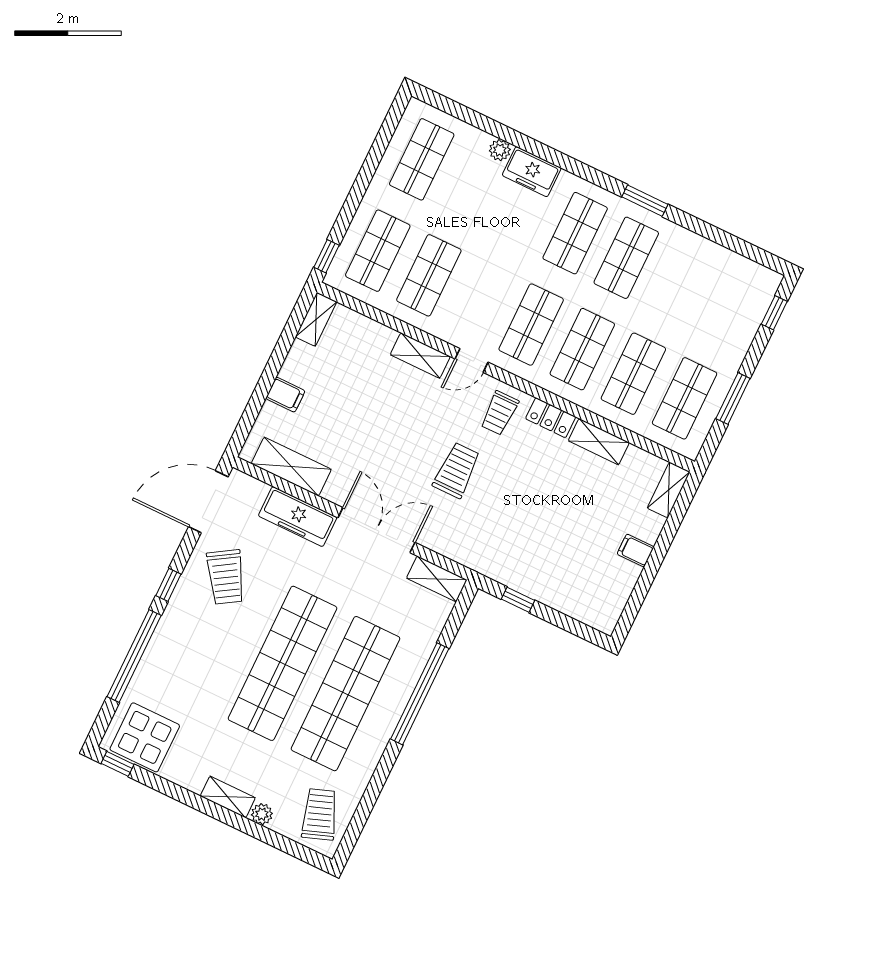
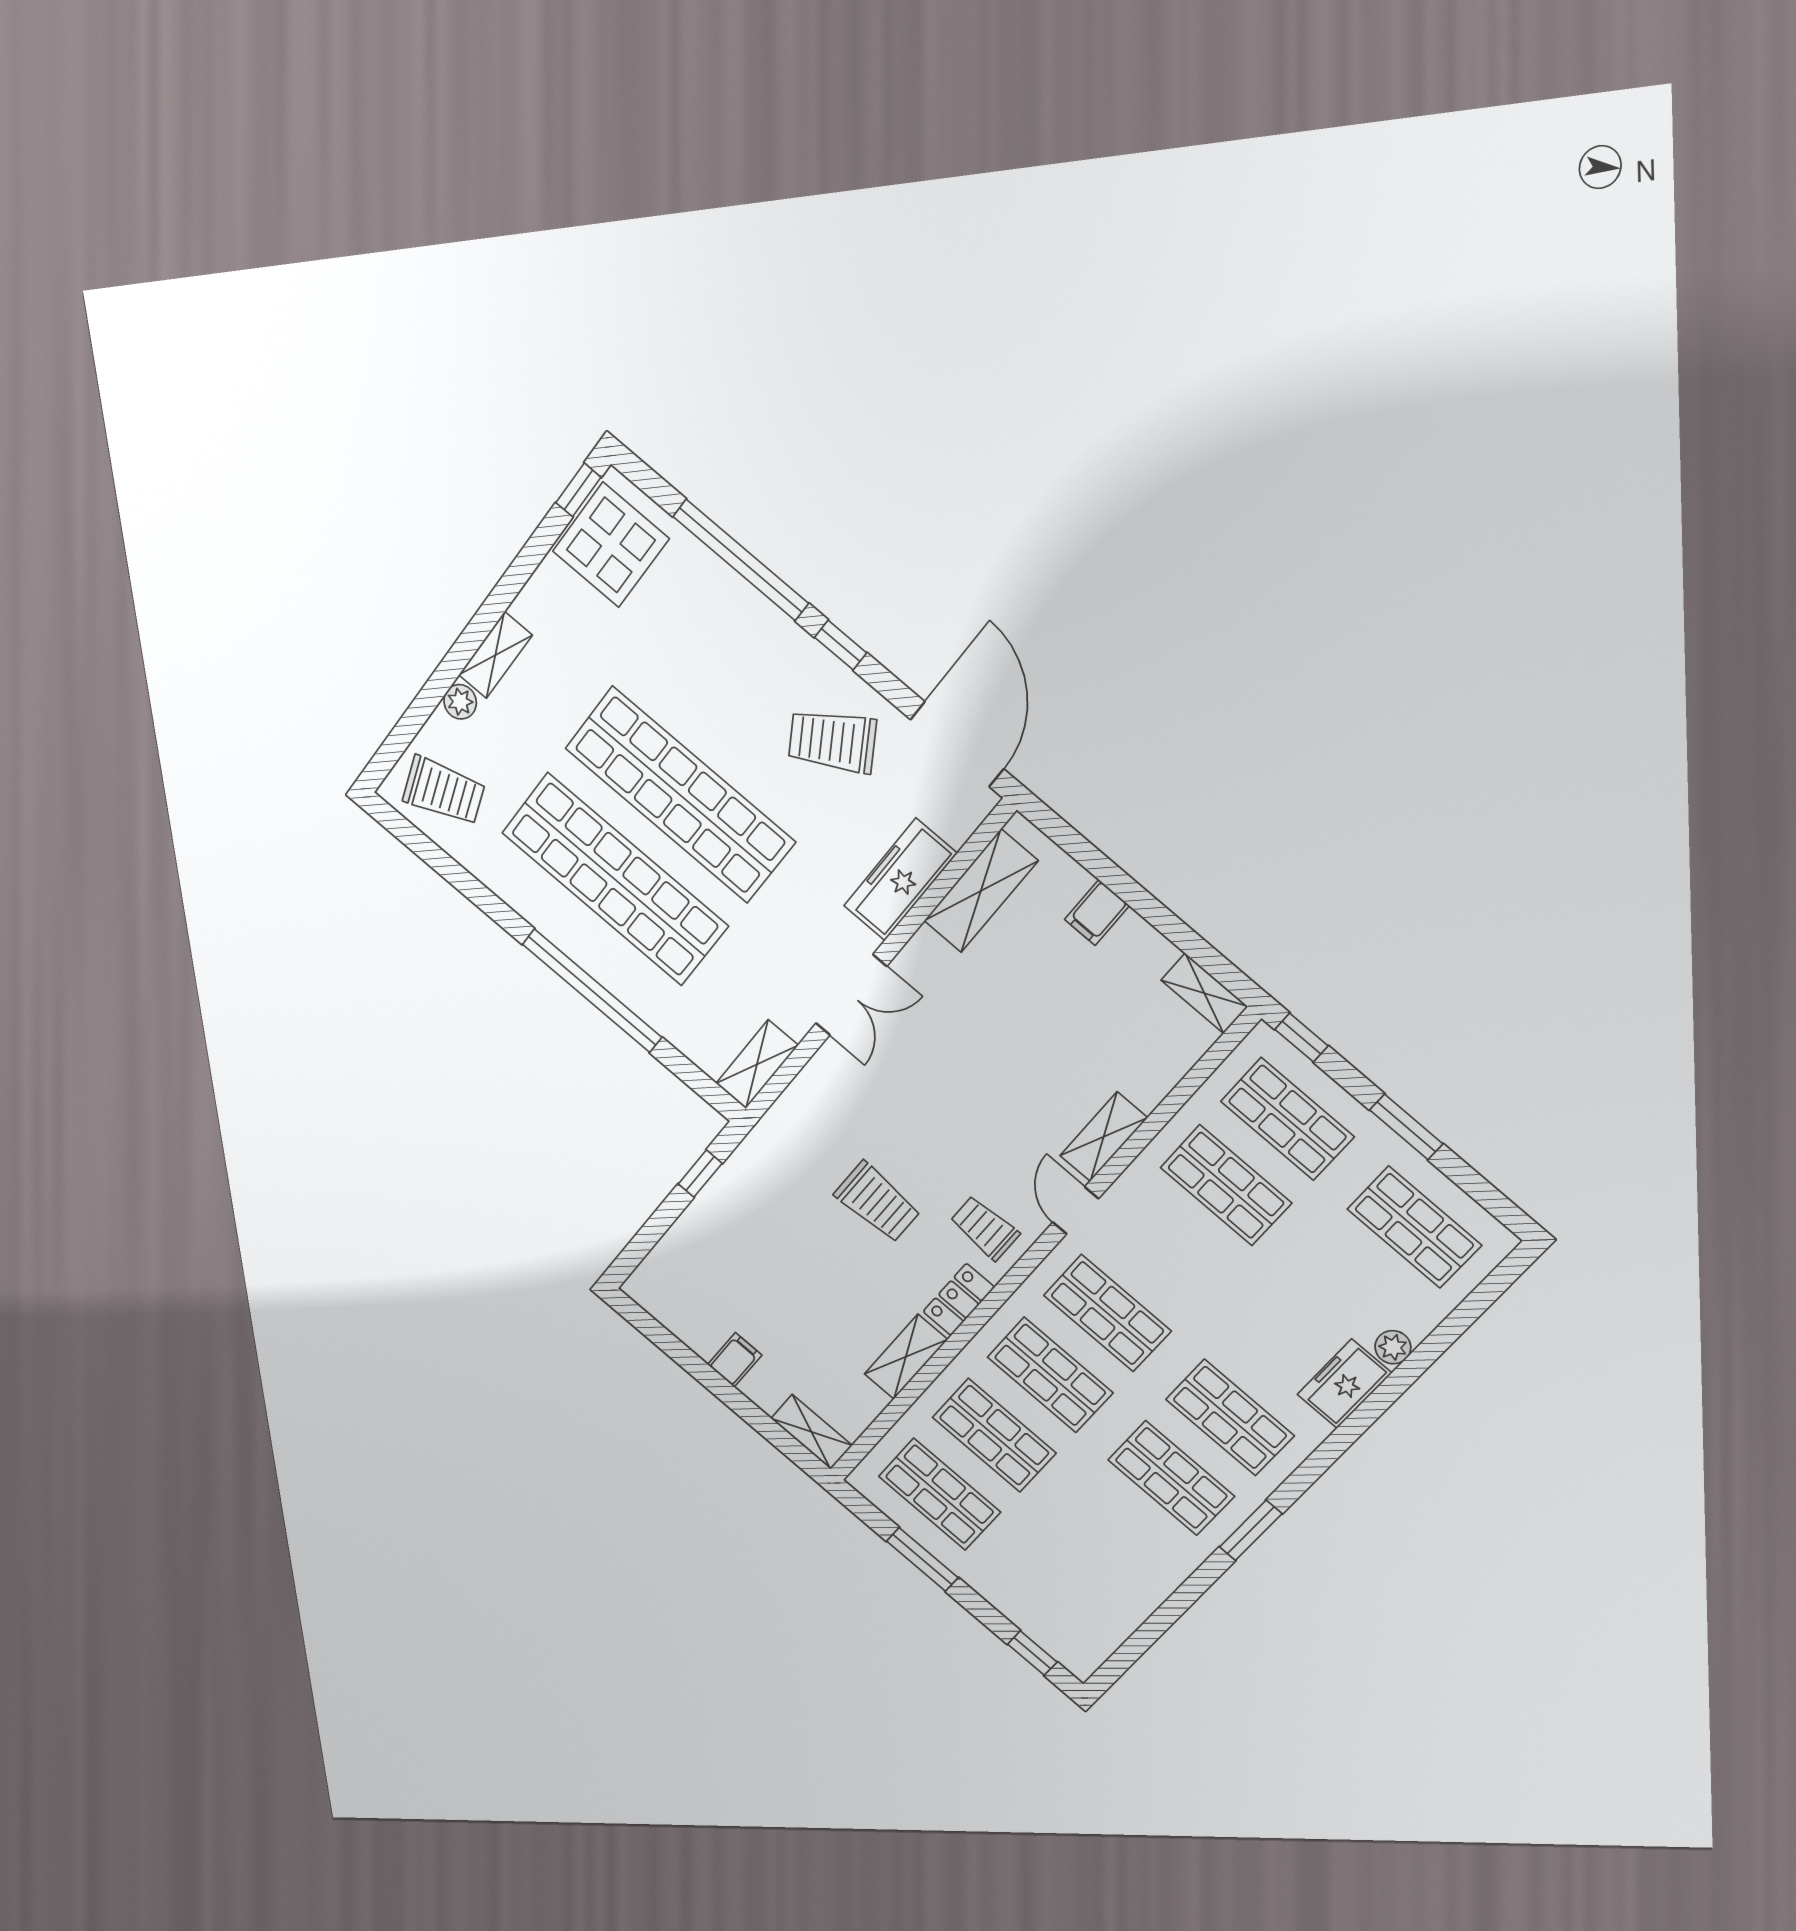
window: (363, 182) -> (1406, 1127), added
trolley: (457, 470) -> (877, 1202), moved
double door: (376, 530) -> (851, 995), width x0.73

